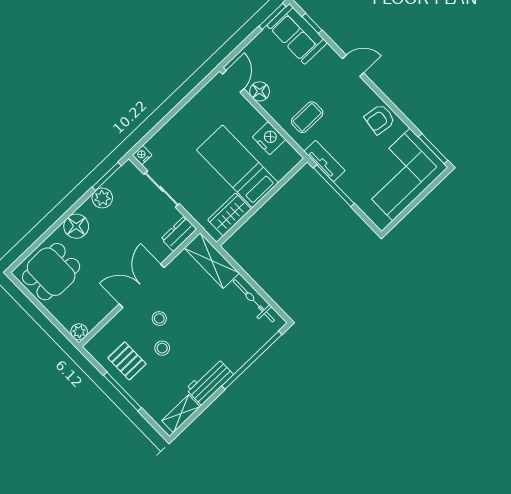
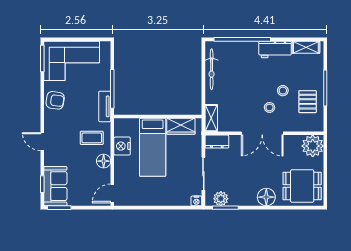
floor lamp: (260, 91) -> (104, 161), moved
plant: (102, 198) -> (221, 199), moved
shelving: (212, 261) -> (211, 118), width x0.67, depth x0.75
plant: (79, 332) -> (313, 146), width x1.88, depth x1.88

